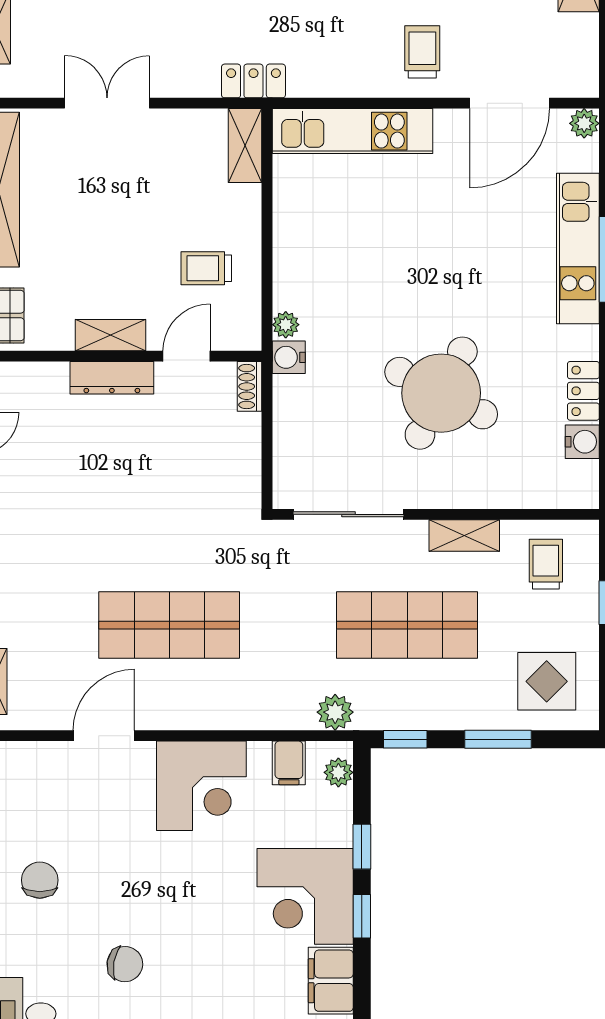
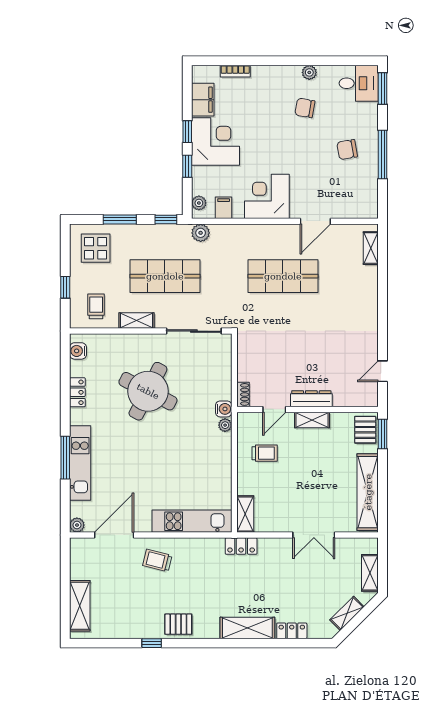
trolley: (422, 52) -> (157, 560), turned 104
water cooler: (582, 442) -> (78, 351), moved
trolley: (546, 564) -> (96, 306), turned 180
chair: (40, 880) -> (347, 150), turned 80

